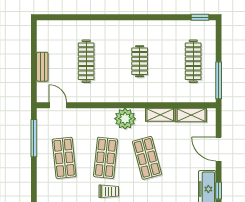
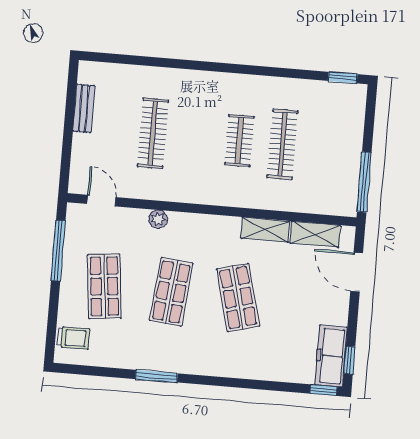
clothes rail: (193, 61) -> (283, 144), moved
bench: (42, 67) -> (84, 109), moved
plant: (125, 119) -> (158, 219), moved, width x0.53, depth x0.53
door: (219, 149) -> (357, 272), moved
trolley: (109, 191) -> (73, 338), moved

